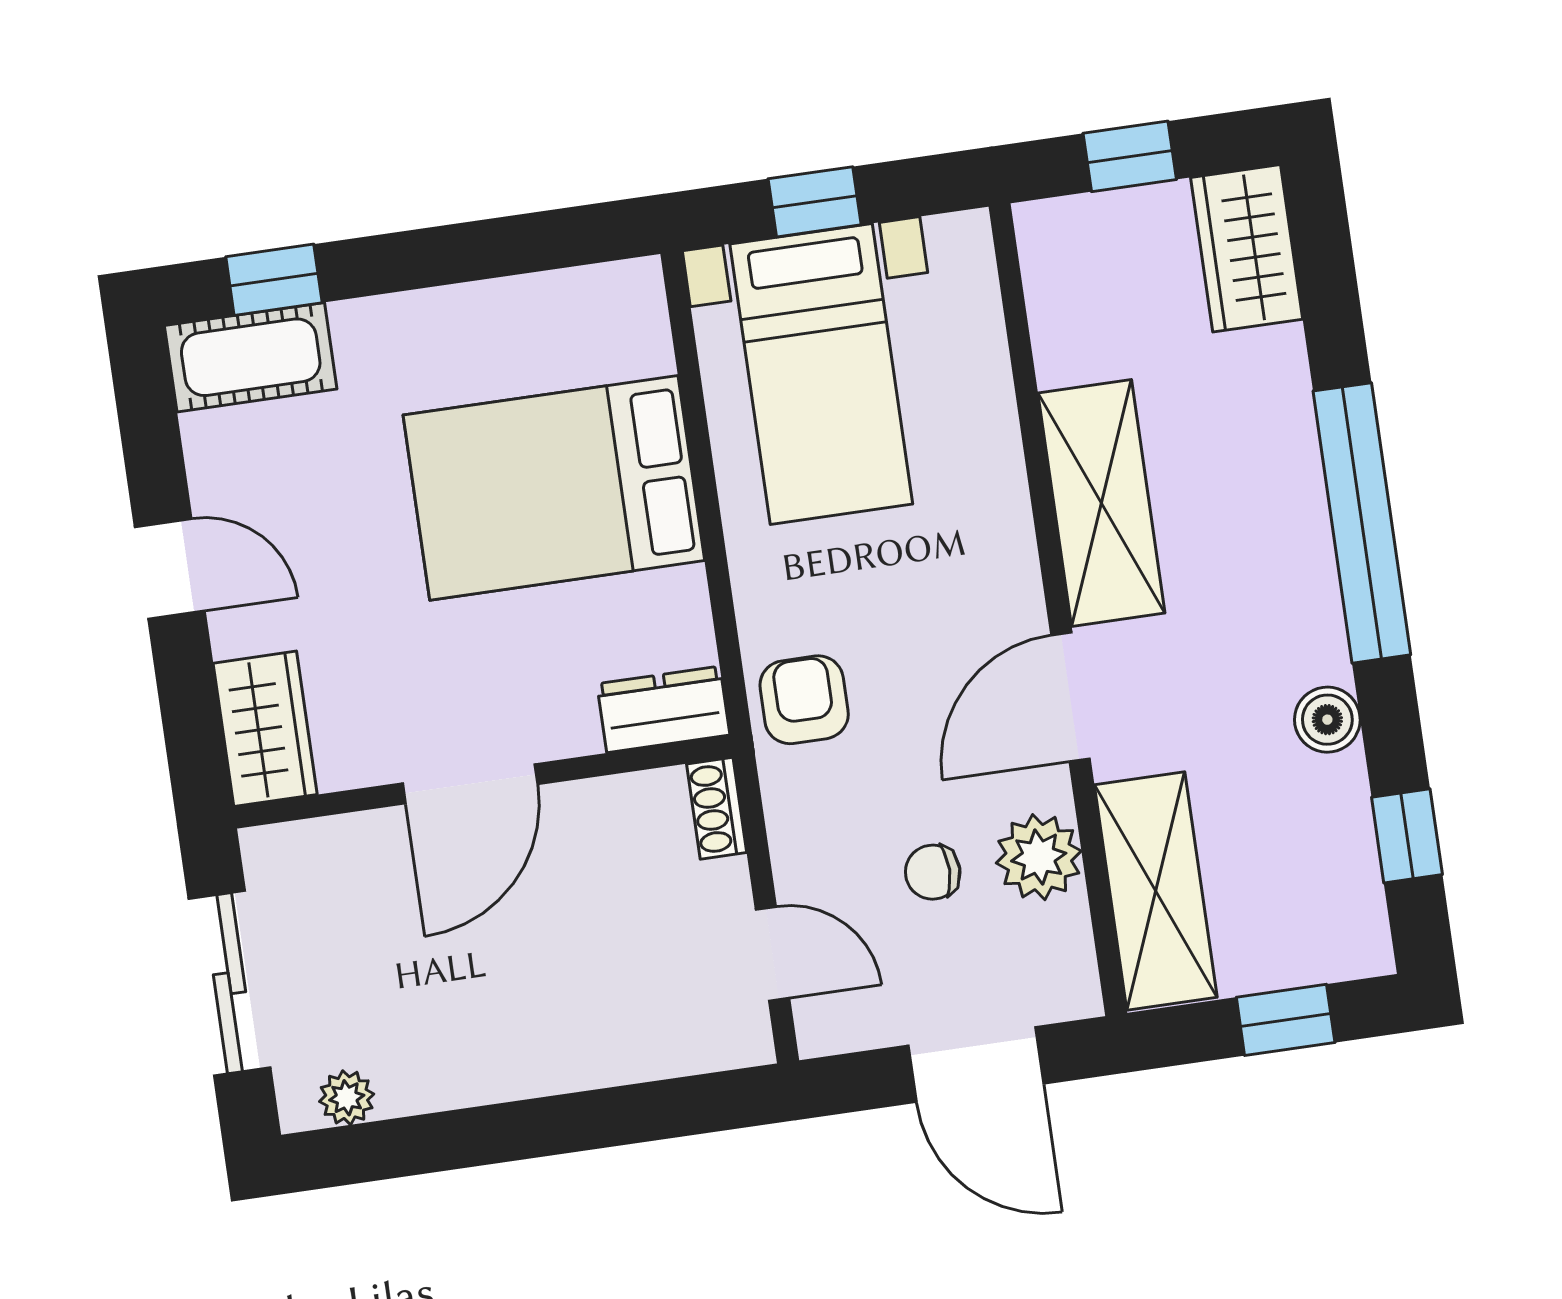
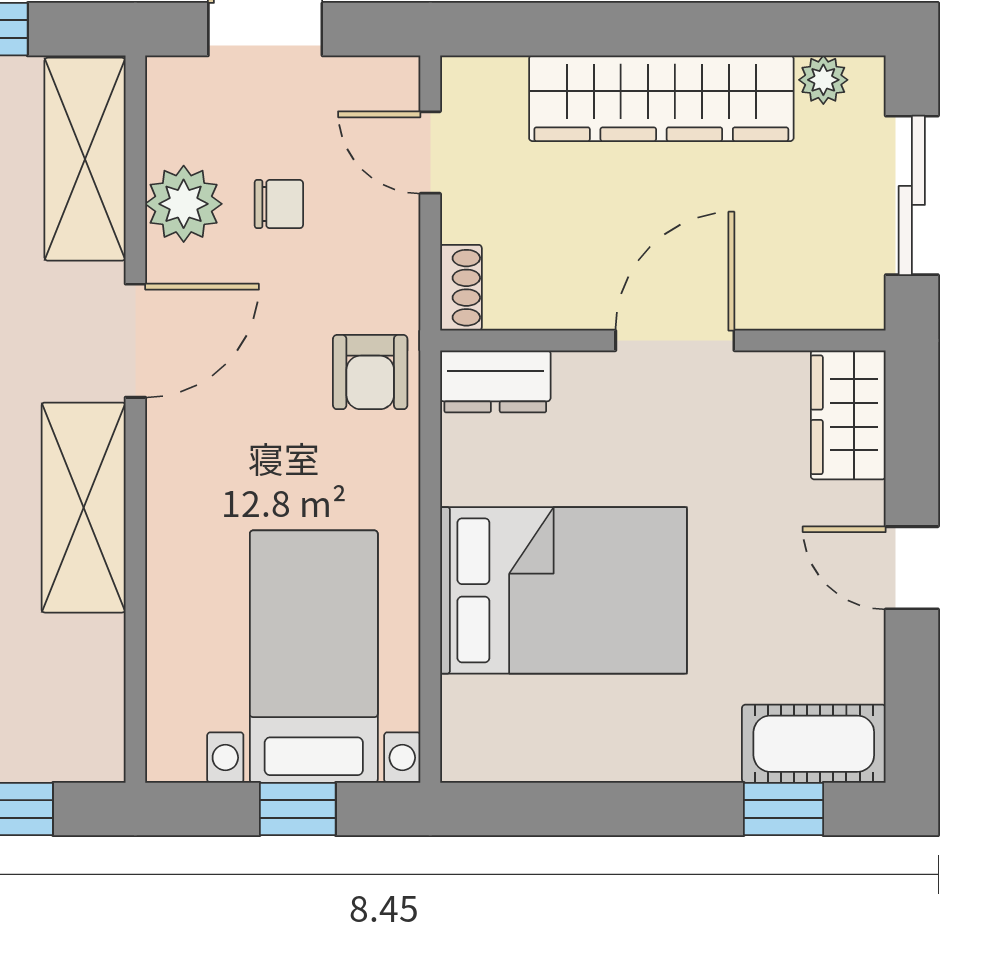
wardrobe: (524, 1051) -> (661, 98), added

